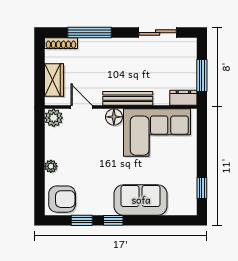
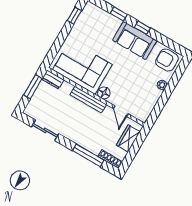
plant: (54, 118) -> (142, 115), removed
sofa: (141, 200) -> (135, 40), moved
window: (82, 220) -> (119, 14), moved

